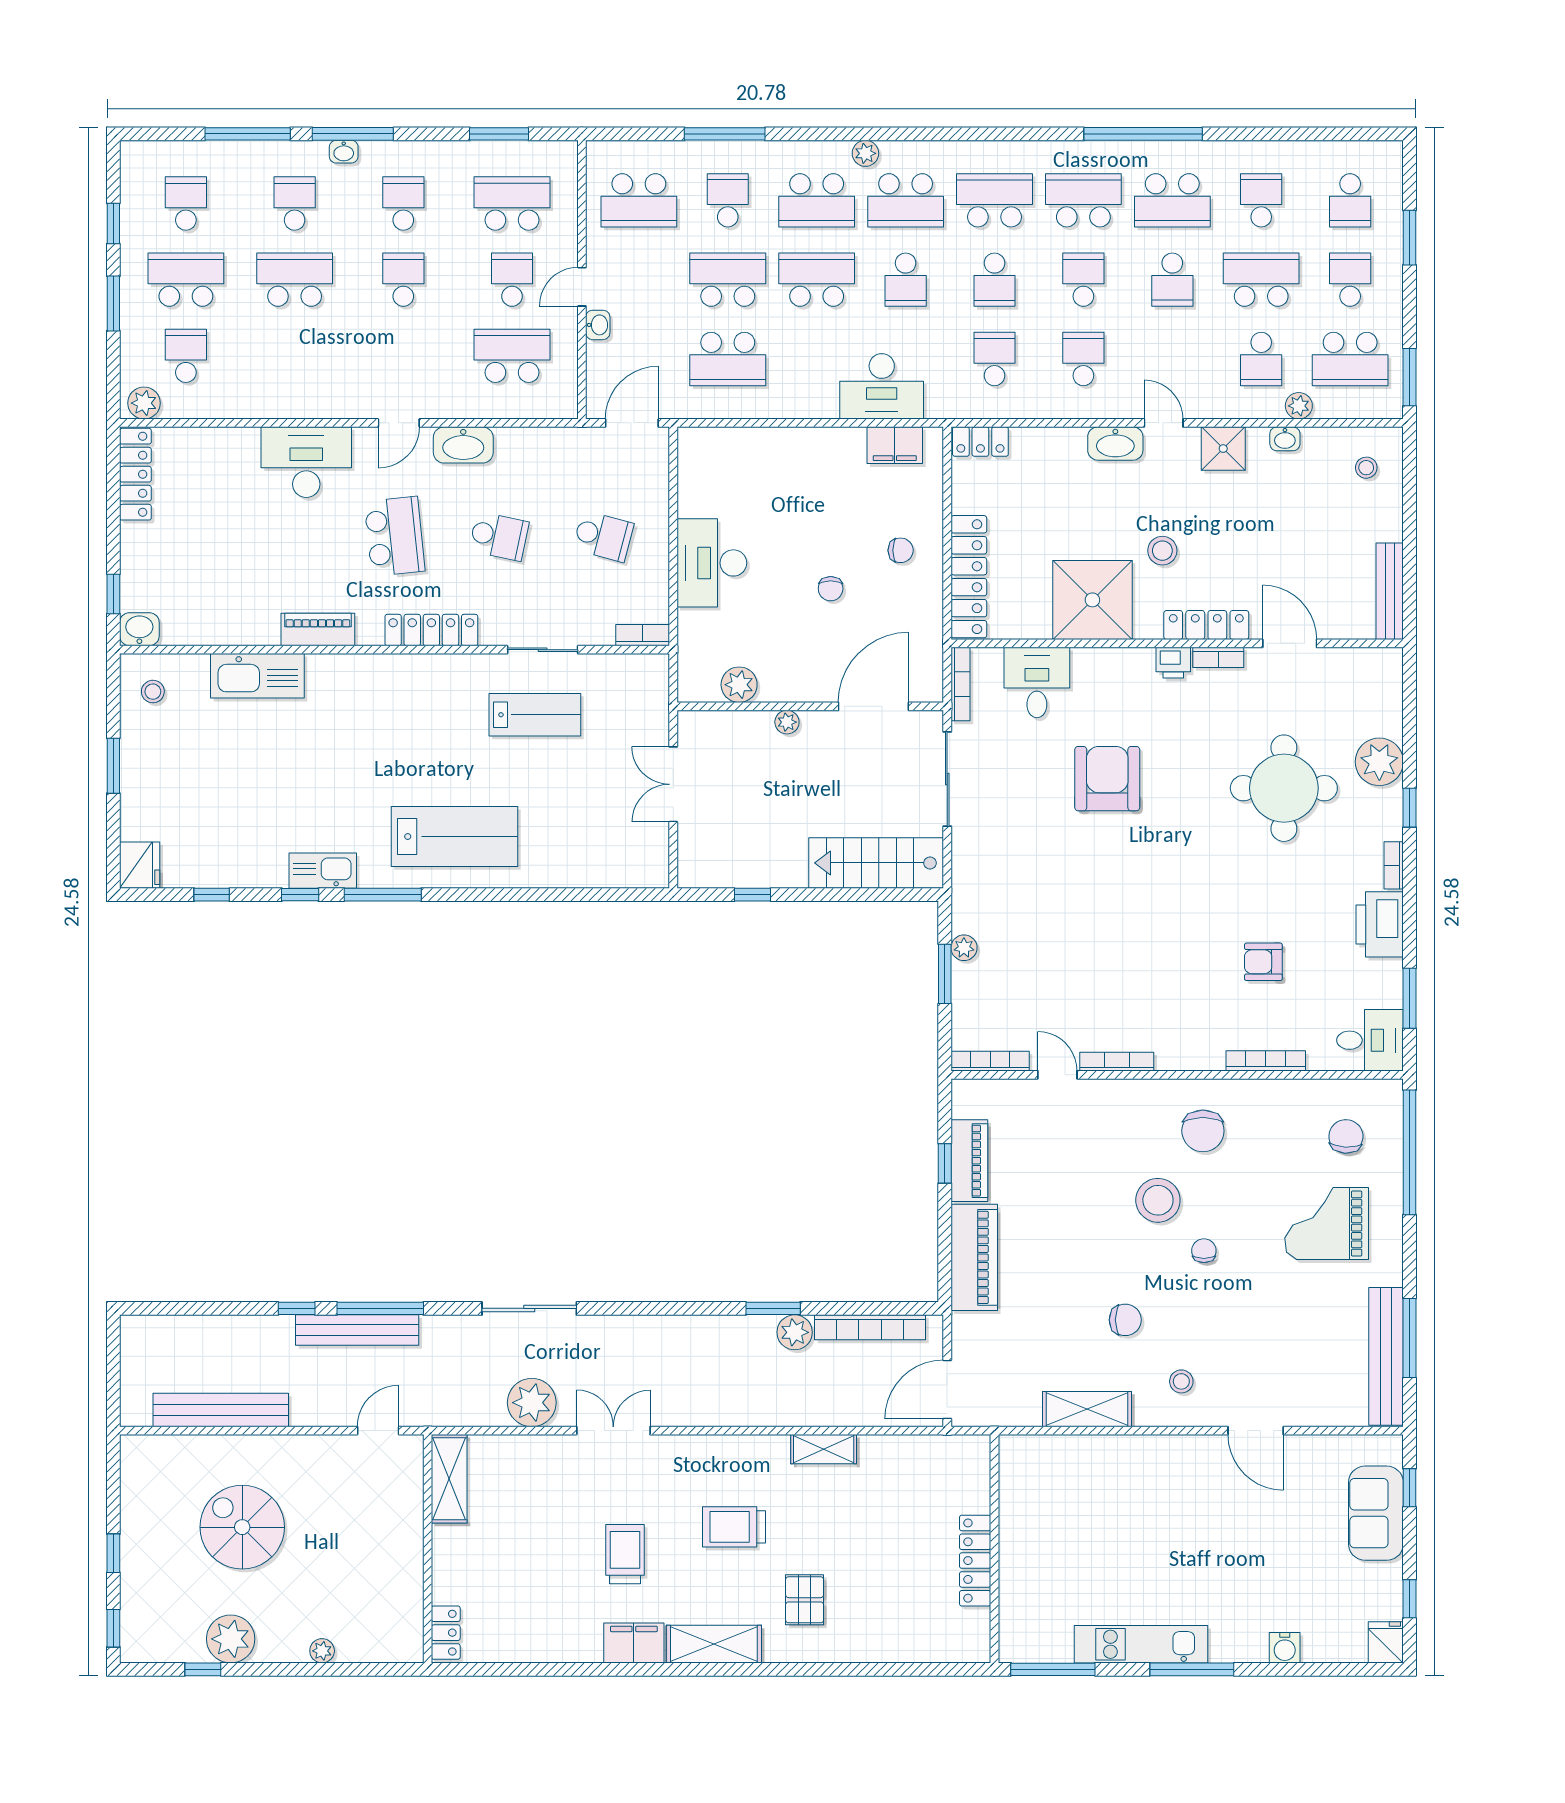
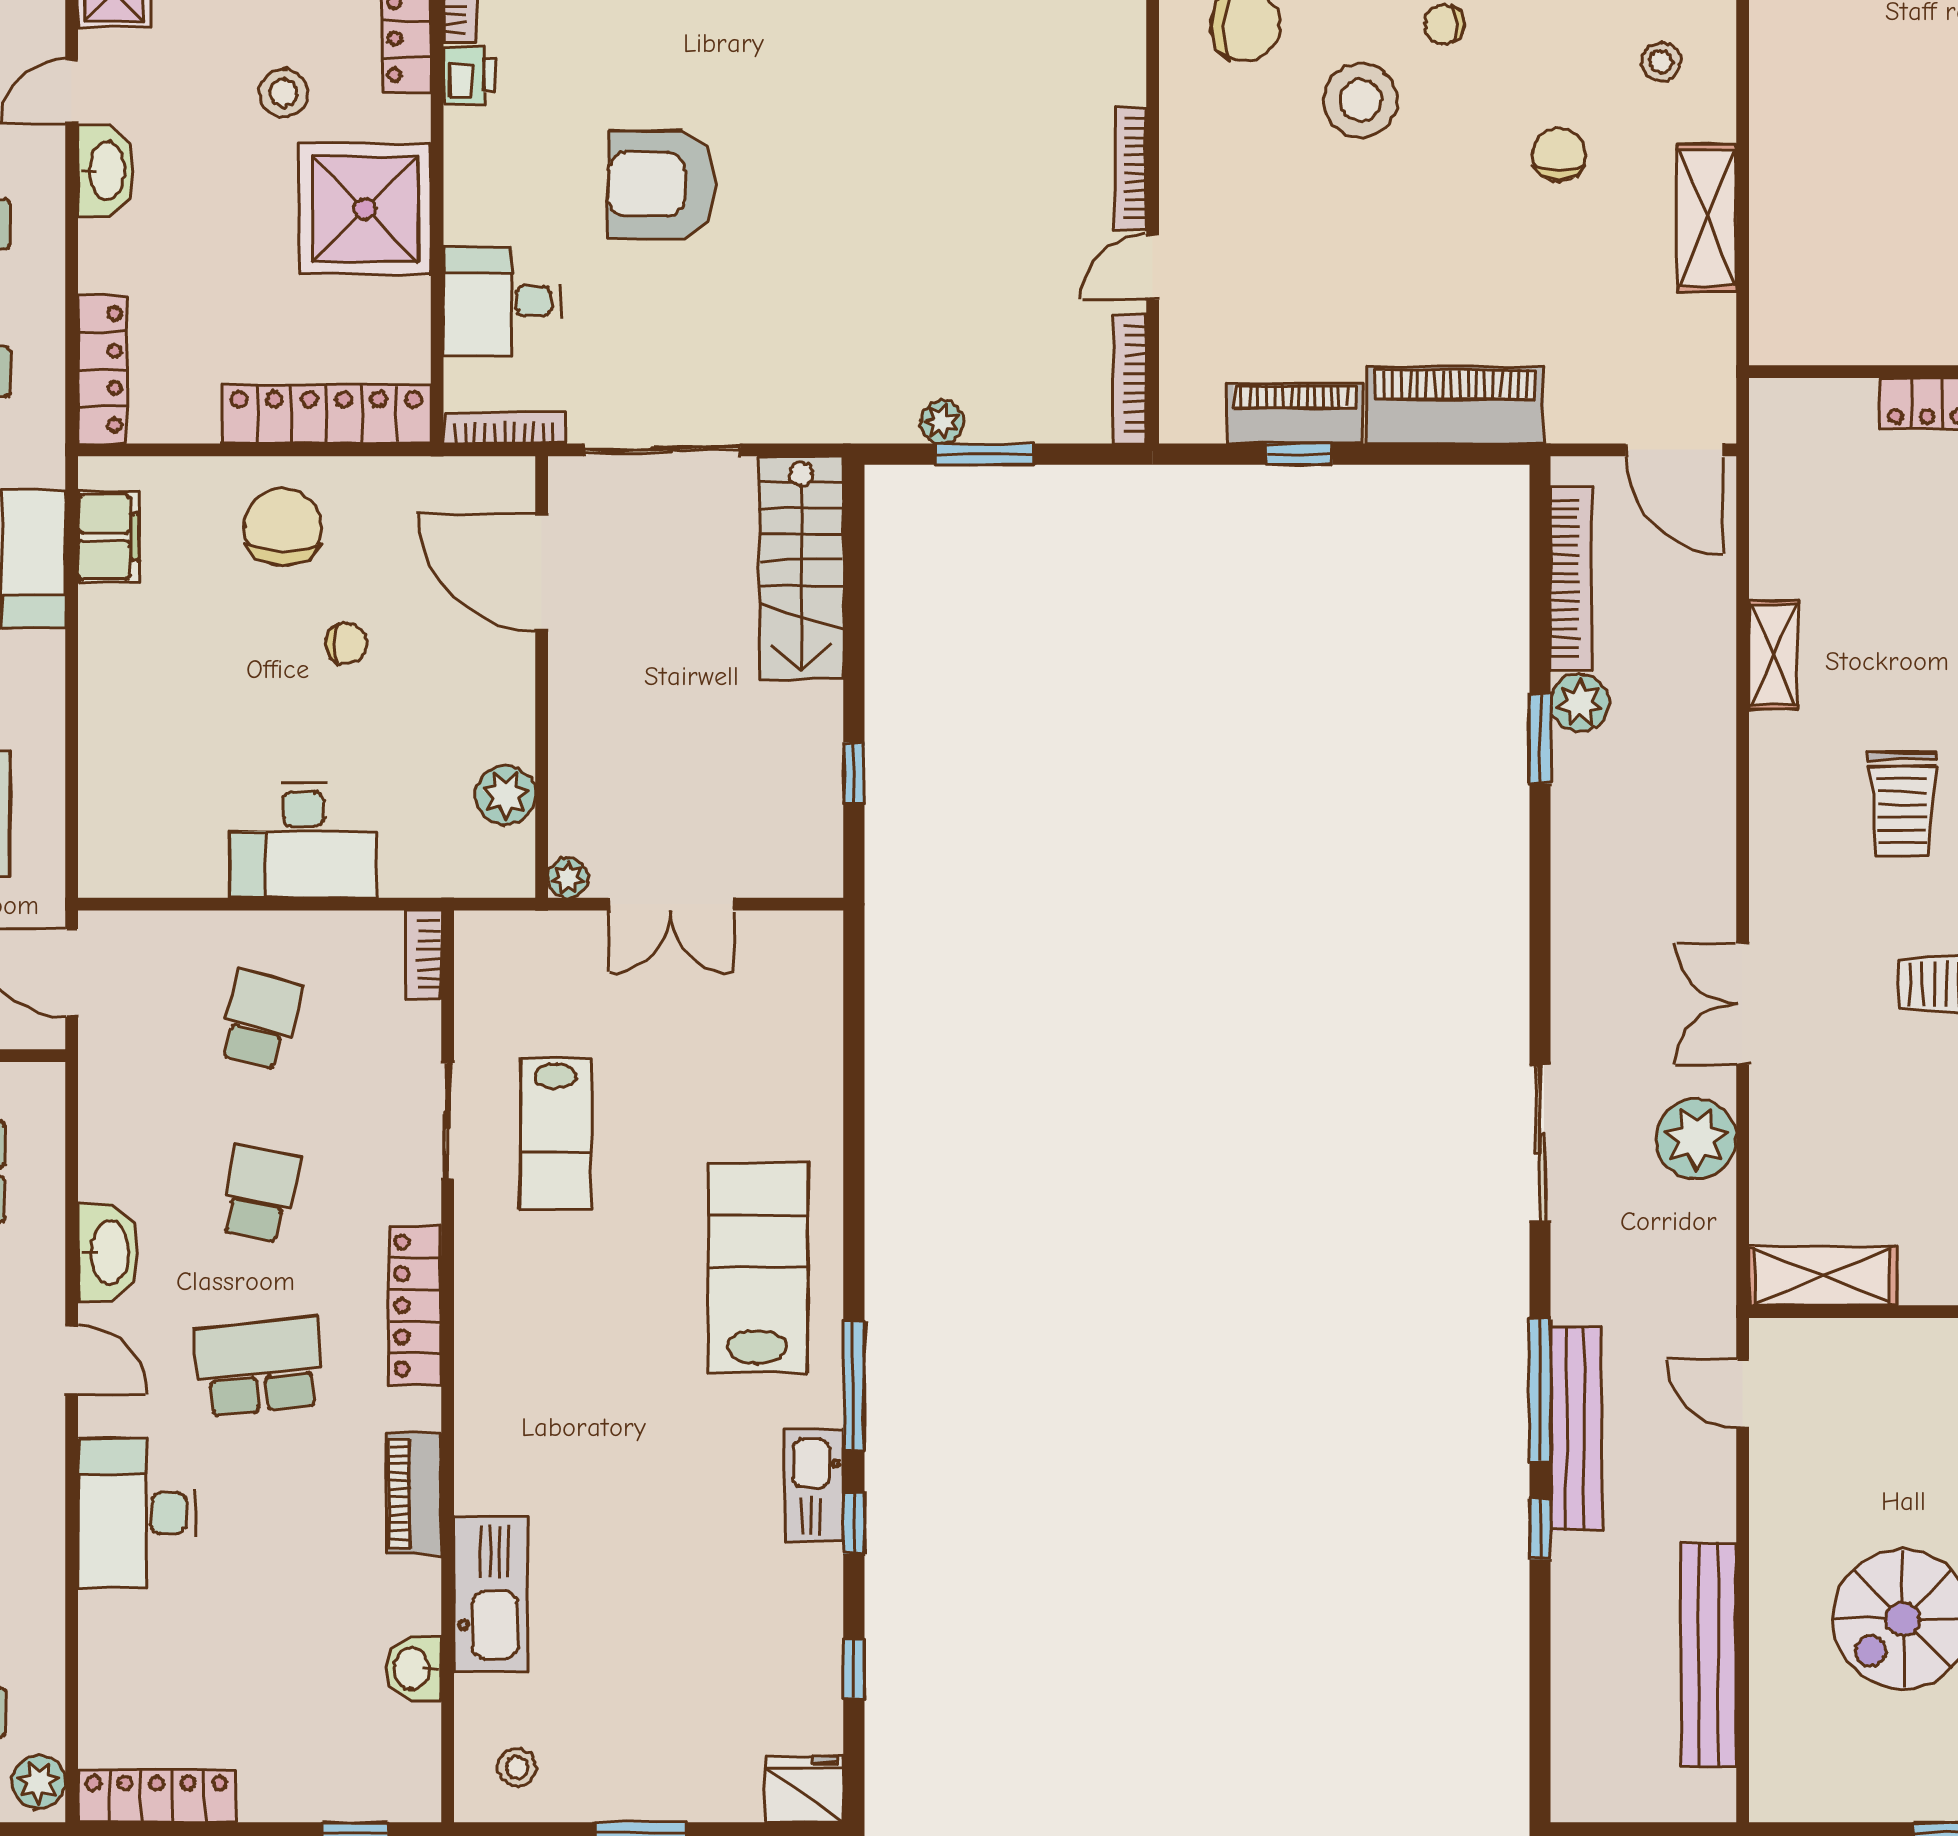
locker: (980, 442) -> (102, 369), width x1.53
chair: (901, 550) -> (283, 527), width x1.87, depth x1.87
washbasin: (139, 629) -> (414, 1668), moved
lab bench: (535, 715) -> (555, 1134), turned 180
plant: (787, 722) -> (568, 878), moved

